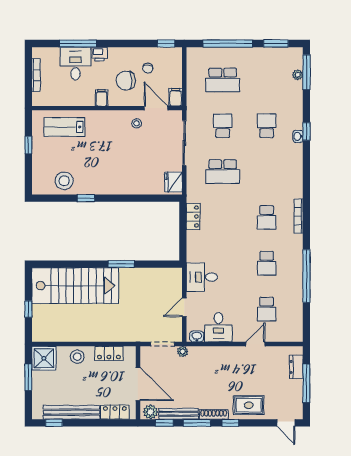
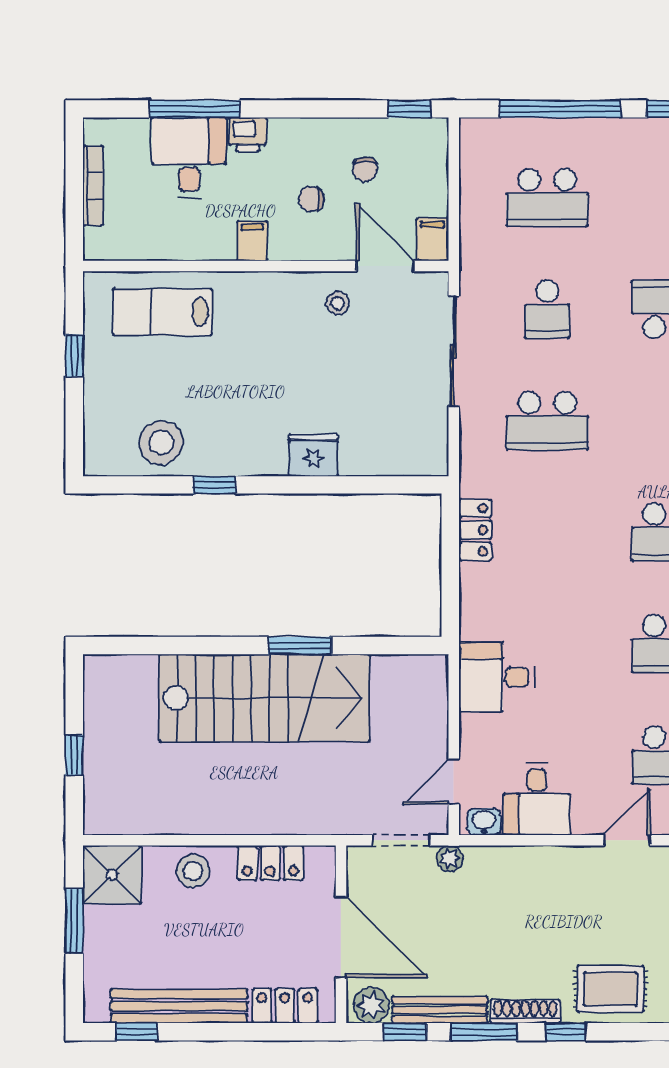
chair: (126, 80) -> (311, 199), width x0.54, depth x0.54
school desk: (223, 126) -> (547, 309), turned 180
fridge: (173, 182) -> (313, 455), moved, turned 90
stairs: (75, 286) -> (264, 698), moved
door: (184, 307) -> (454, 782), moved

